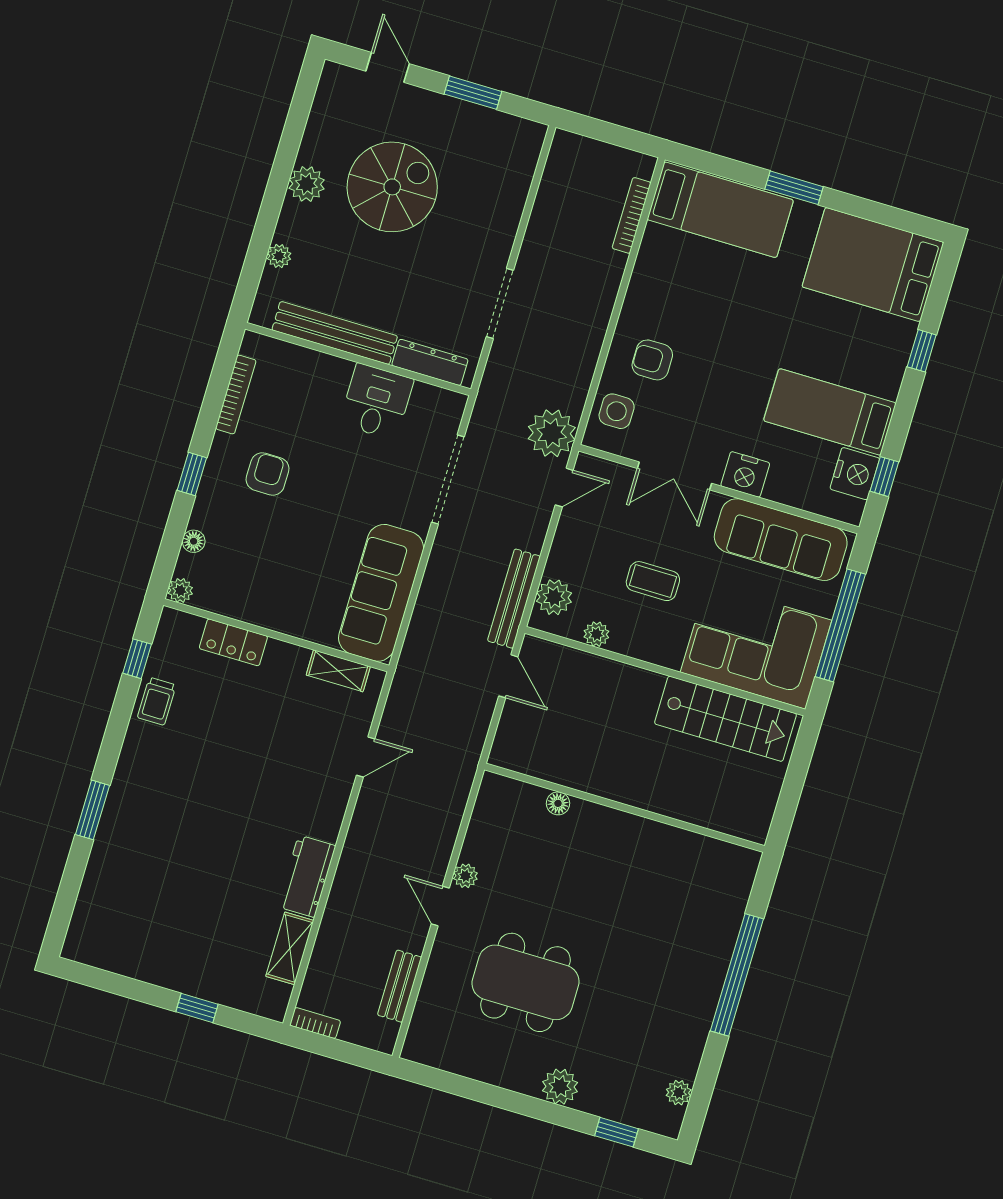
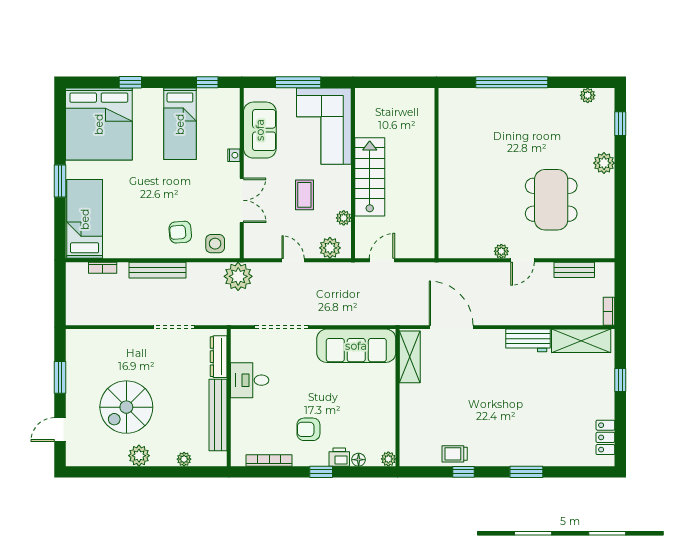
spiral stairs: (392, 187) -> (126, 407), turned -90
bookcase: (632, 215) -> (103, 268), width x0.64
bed: (873, 265) -> (99, 124), width x1.36
armchair: (652, 360) -> (180, 232), turned 85
nightstand: (745, 474) -> (234, 155), width x0.53, depth x0.56
nightstand: (855, 474) -> (210, 99), removed
door: (564, 488) -> (293, 260), moved
printer: (207, 511) -> (339, 457), added
sofa: (781, 540) -> (260, 130), width x0.73
bench: (514, 599) -> (157, 270), moved
window: (840, 625) -> (298, 82), width x0.68
locker: (233, 642) -> (605, 437), moved, turned 180
window: (137, 659) -> (463, 472), moved
shelving: (338, 671) -> (410, 357), width x1.50, depth x1.33
trolley: (157, 701) -> (455, 454), turned 180
stairs: (725, 719) -> (370, 177), moved
door: (366, 757) -> (451, 327), width x1.87
floor lamp: (558, 803) -> (445, 211), removed
shelving: (290, 948) -> (581, 341), width x1.50, depth x1.33

